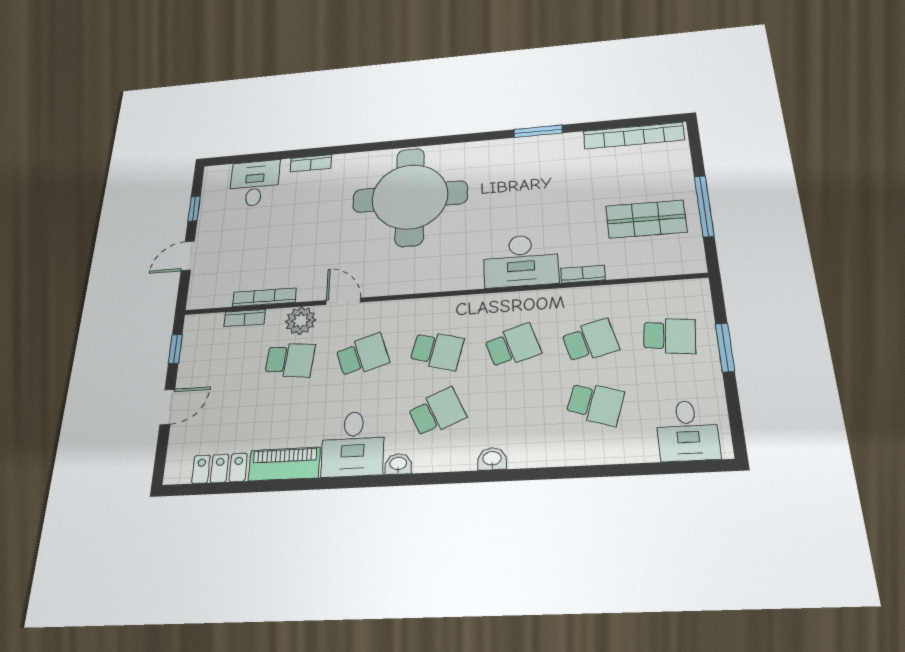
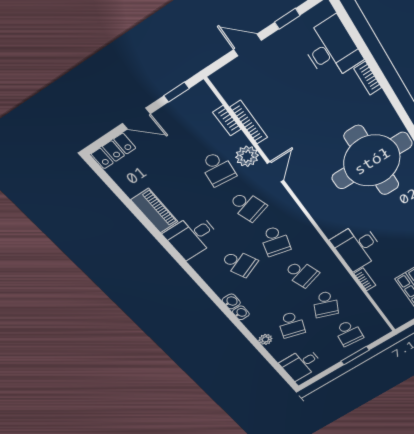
desk: (254, 183) -> (332, 49), width x1.37
school desk: (590, 341) -> (326, 304), turned 39
plant: (598, 453) -> (265, 339), added
washbasin: (398, 464) -> (241, 313), moved
locker: (220, 468) -> (113, 151), moved, turned 90

